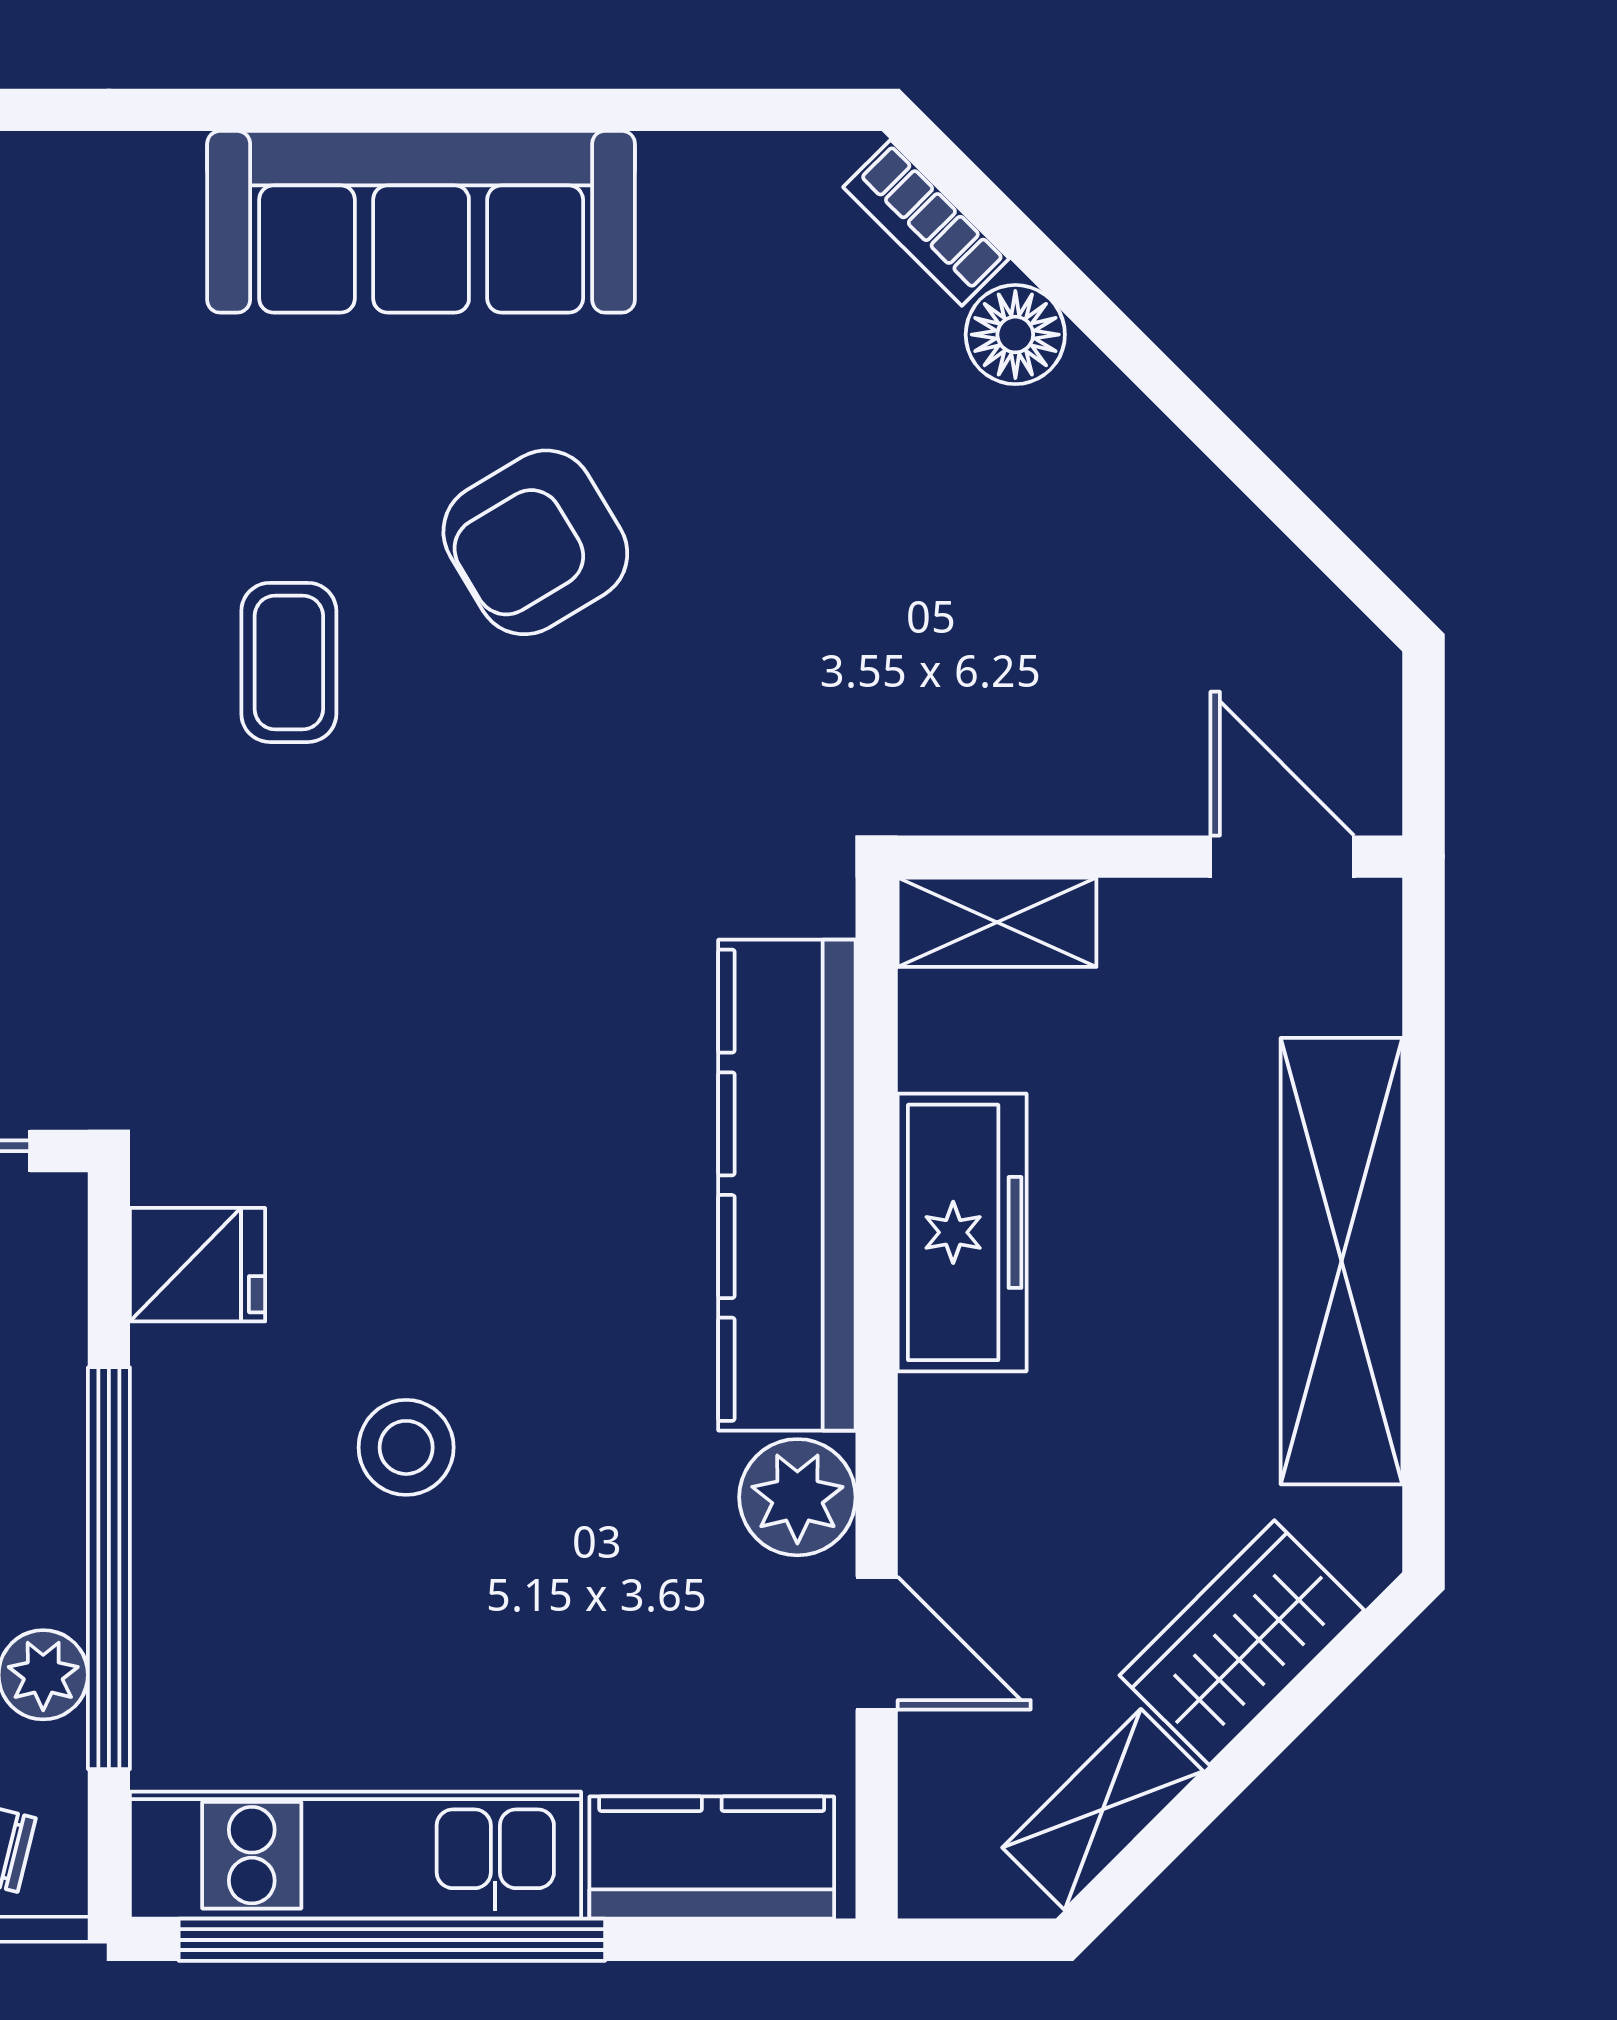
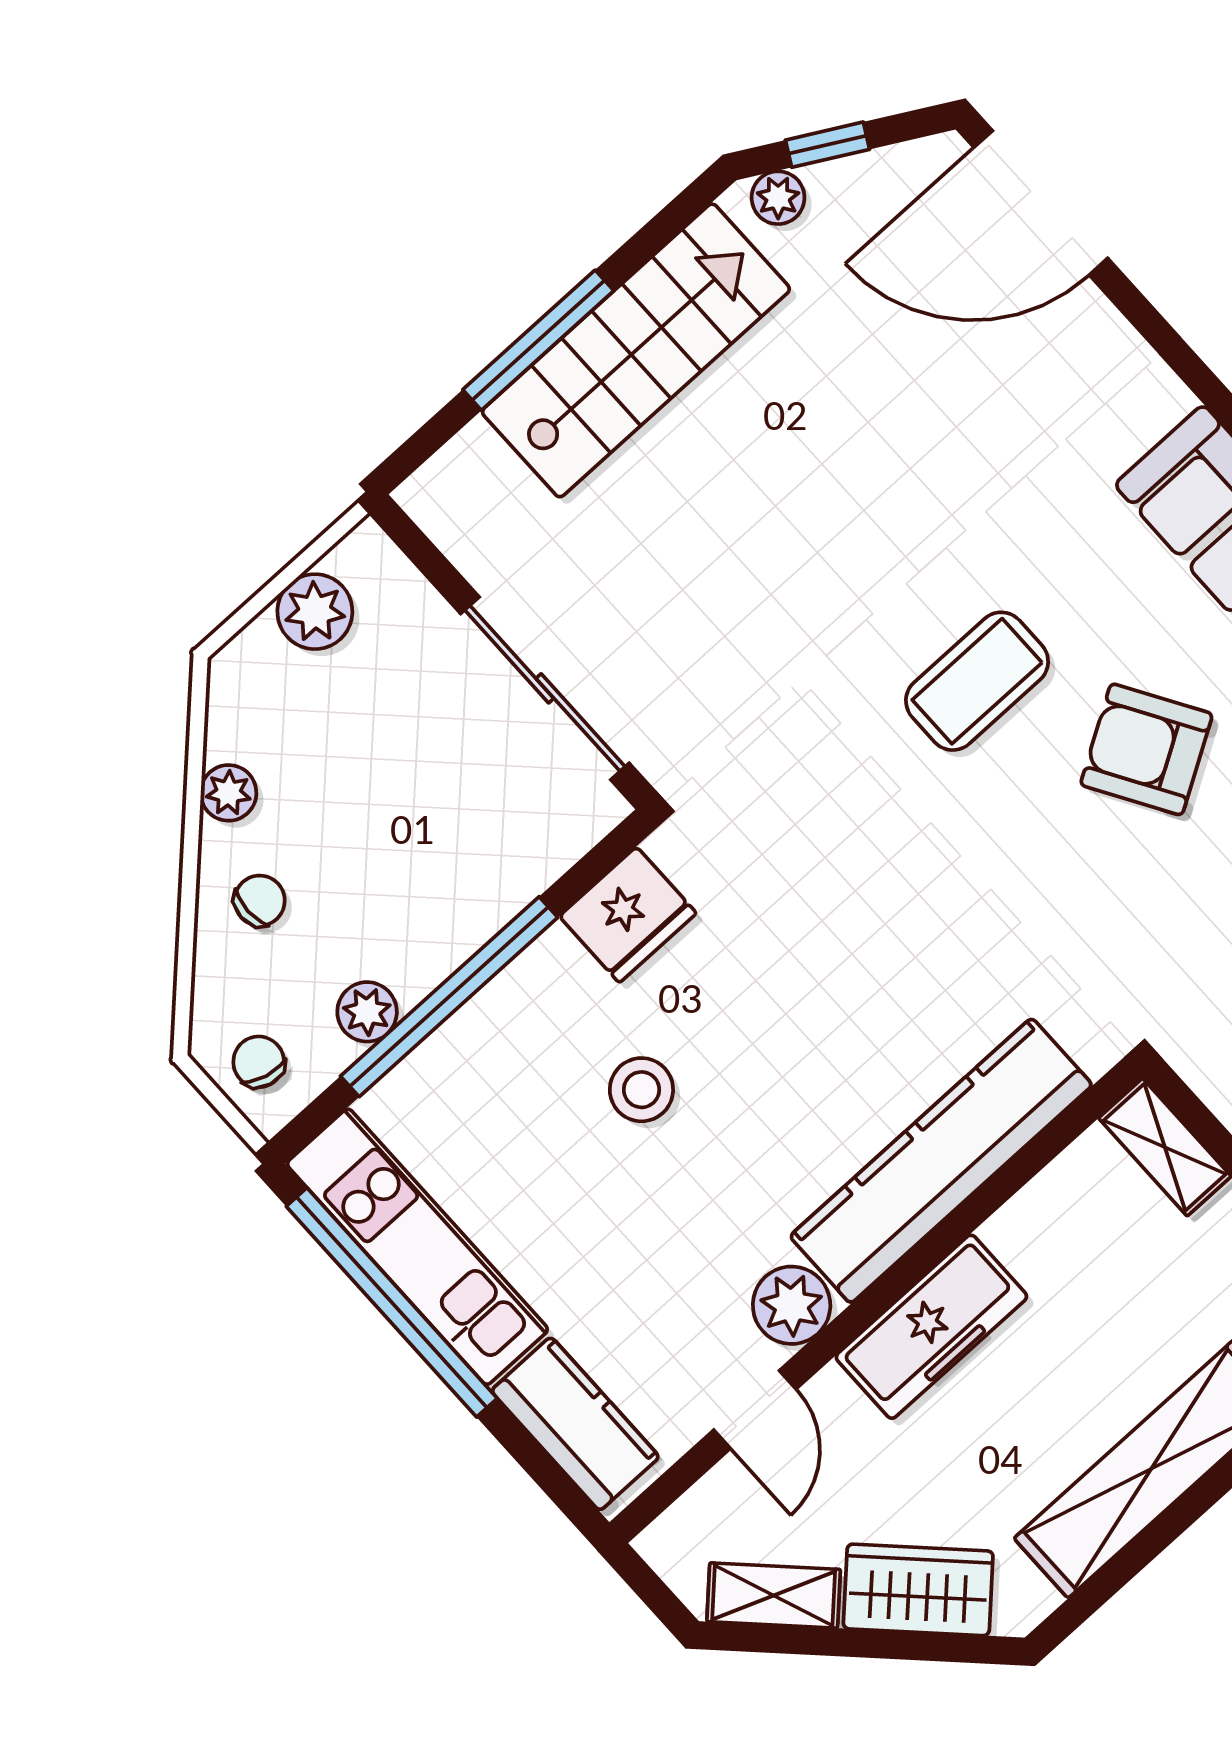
coffee table: (289, 662) -> (977, 681), width x1.36, depth x1.30
freezer: (962, 1232) -> (931, 1327), moved
fridge: (198, 1265) -> (628, 915), width x1.38

